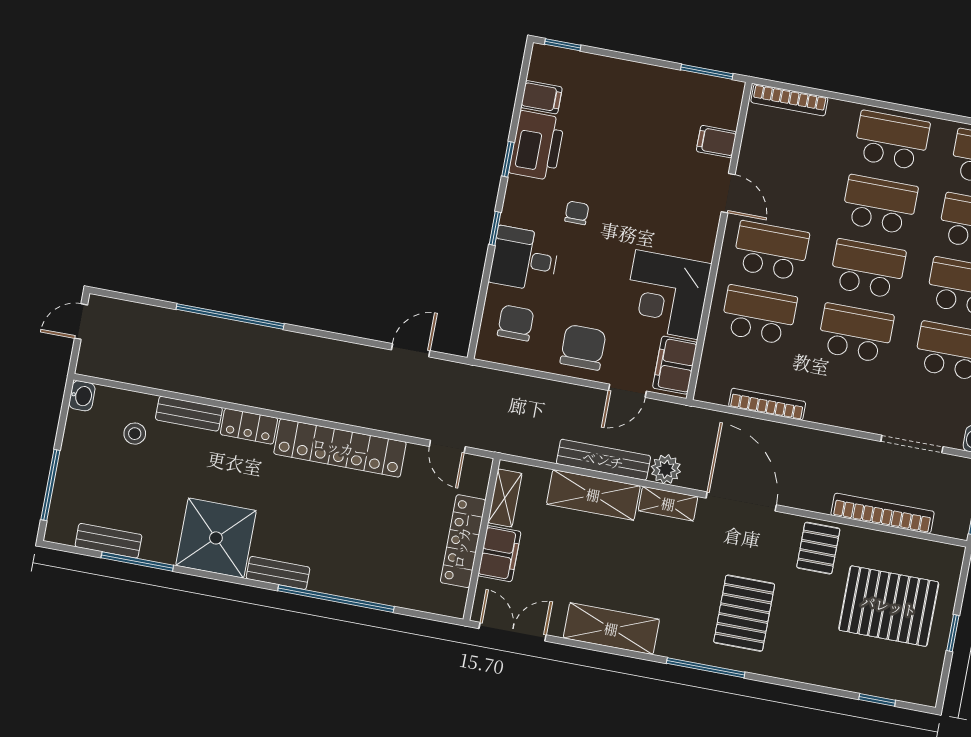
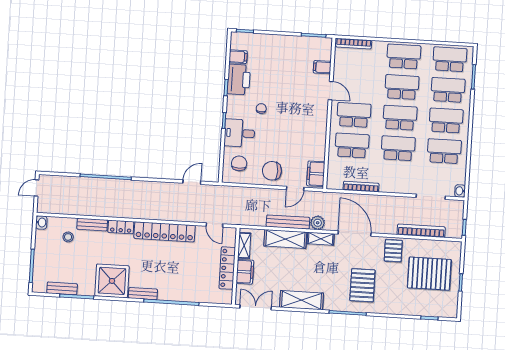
corner desk: (667, 295) -> (308, 141), removed
chair: (583, 347) -> (272, 171), turned -90

